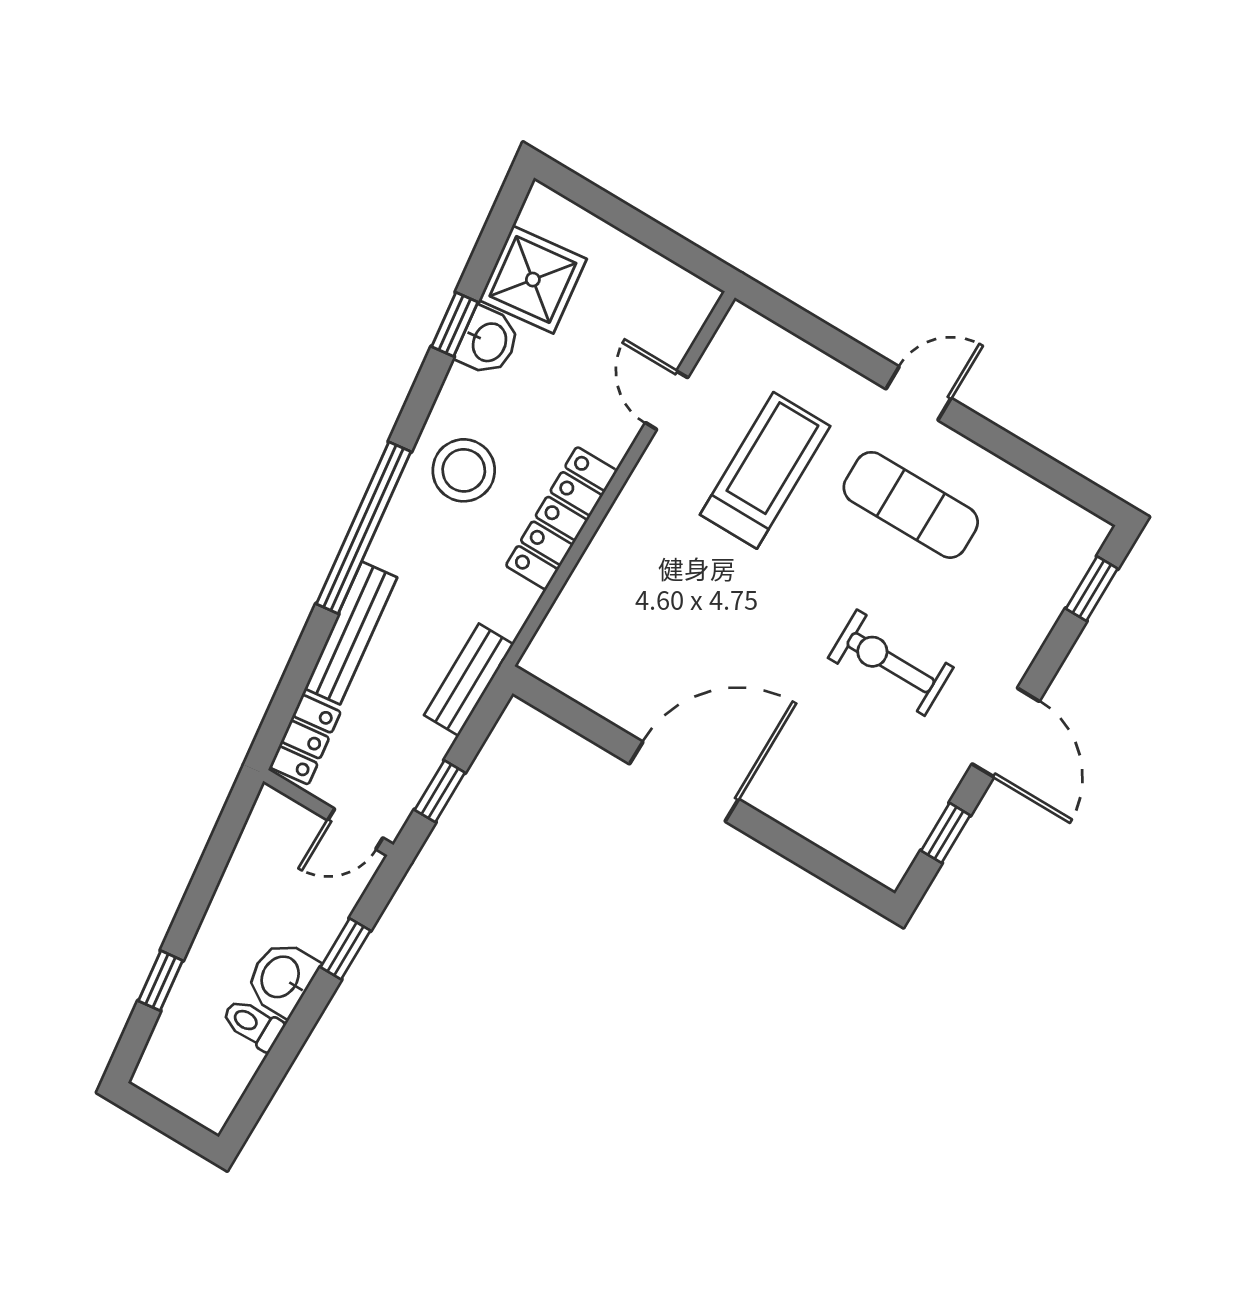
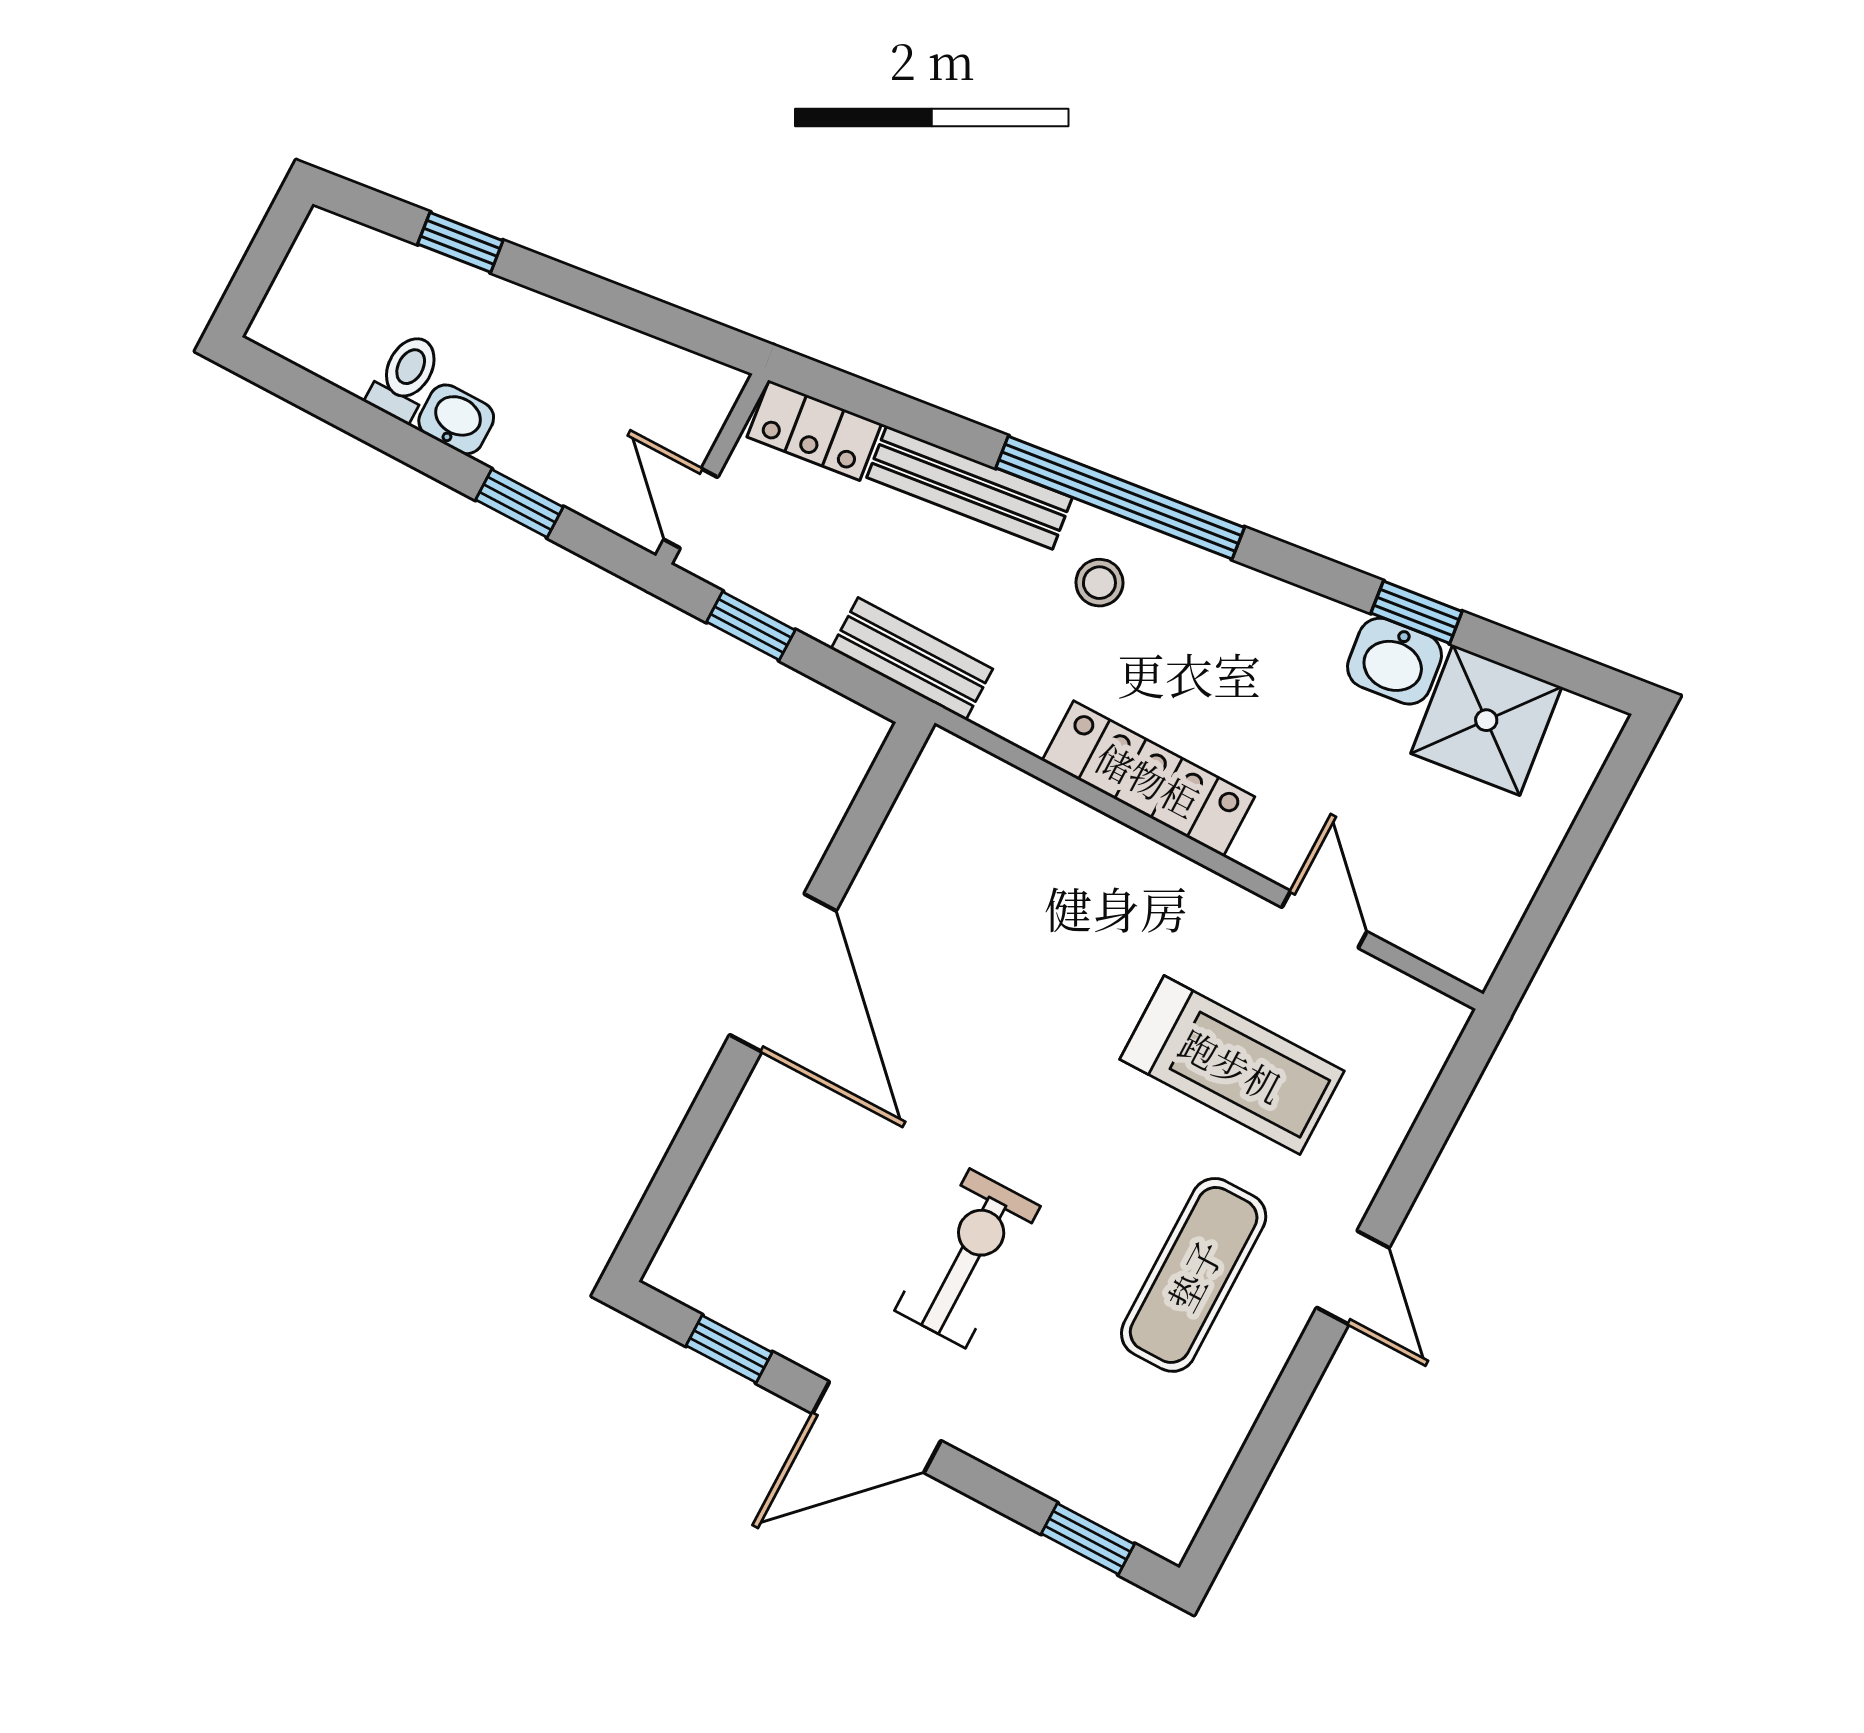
door: (667, 400) -> (1324, 920), hinge flipped
stool: (464, 470) -> (1099, 583), moved, width x0.53, depth x0.53
washbasin: (282, 978) -> (456, 419), width x0.72, depth x0.69

